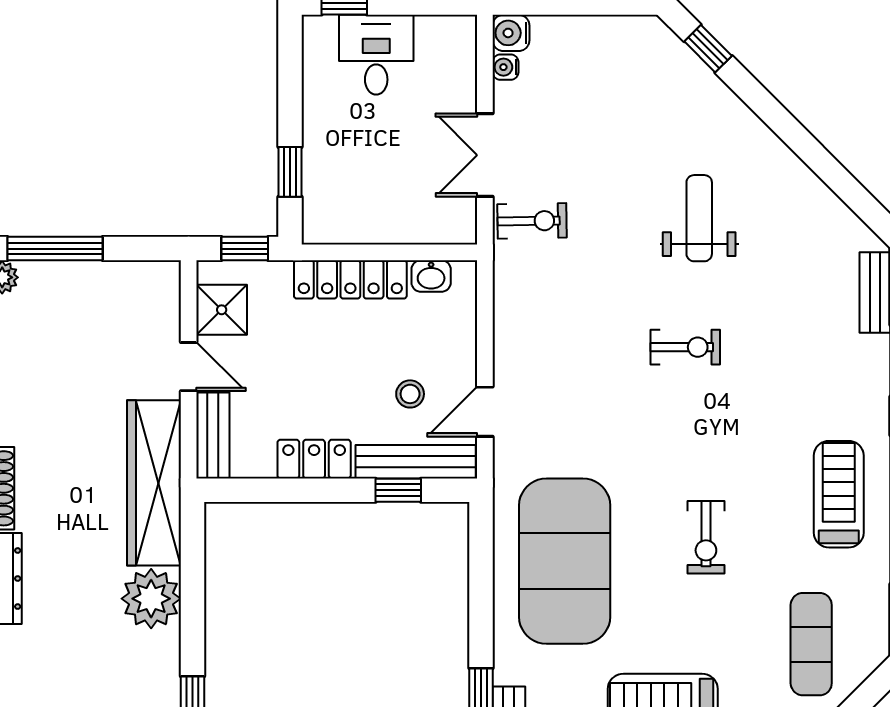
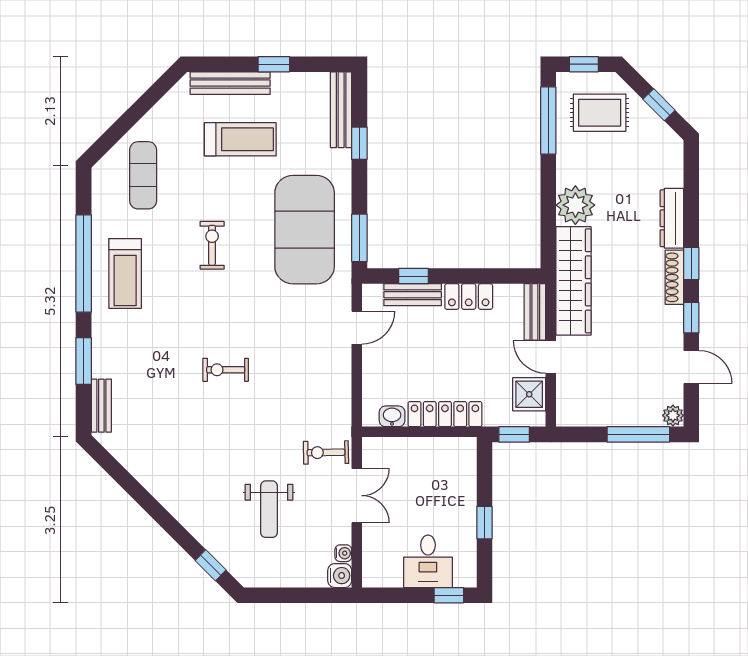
window: (290, 172) -> (484, 523), moved
weight bench: (699, 218) -> (269, 509), moved
stool: (410, 394) -> (406, 339), removed
bench: (416, 462) -> (413, 295), width x0.73
window: (481, 549) -> (359, 238), added

